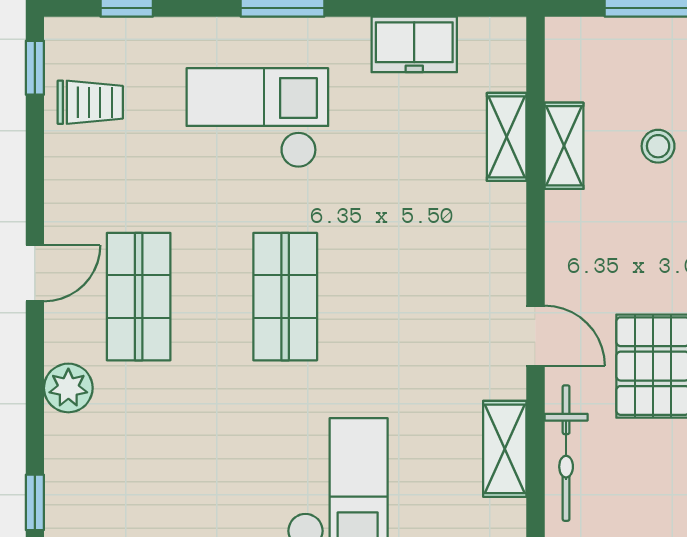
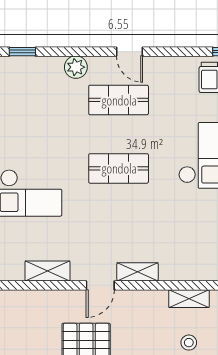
shelving: (507, 137) -> (137, 272), moved
bicycle: (566, 453) -> (45, 300), removed

